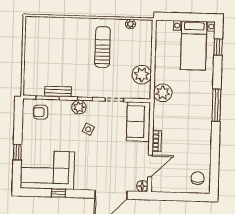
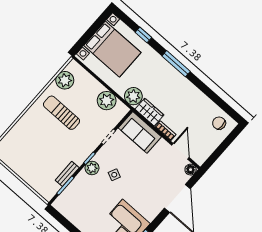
plant: (130, 24) -> (65, 80), width x1.88, depth x1.88
bed with nightstands: (194, 46) -> (112, 49), width x1.36
window: (218, 47) -> (143, 35), moved
armchair: (41, 112) -> (72, 200), removed
wardrobe: (161, 116) -> (149, 112), added

